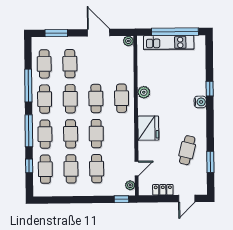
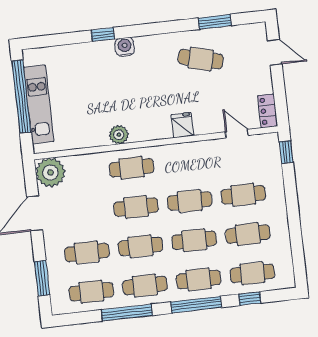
plant: (128, 41) -> (50, 172), width x1.87, depth x1.87
fridge: (148, 128) -> (182, 125), width x0.53, depth x0.75
plant: (130, 185) -> (263, 141), removed
locker: (163, 190) -> (268, 111), moved

